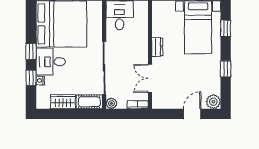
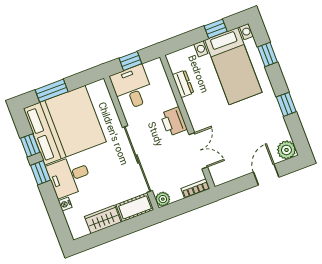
dresser: (157, 47) -> (183, 84), moved
printer: (140, 51) -> (174, 121), added
window: (31, 78) -> (30, 145), moved
double door: (150, 78) -> (198, 151), swing flipped

